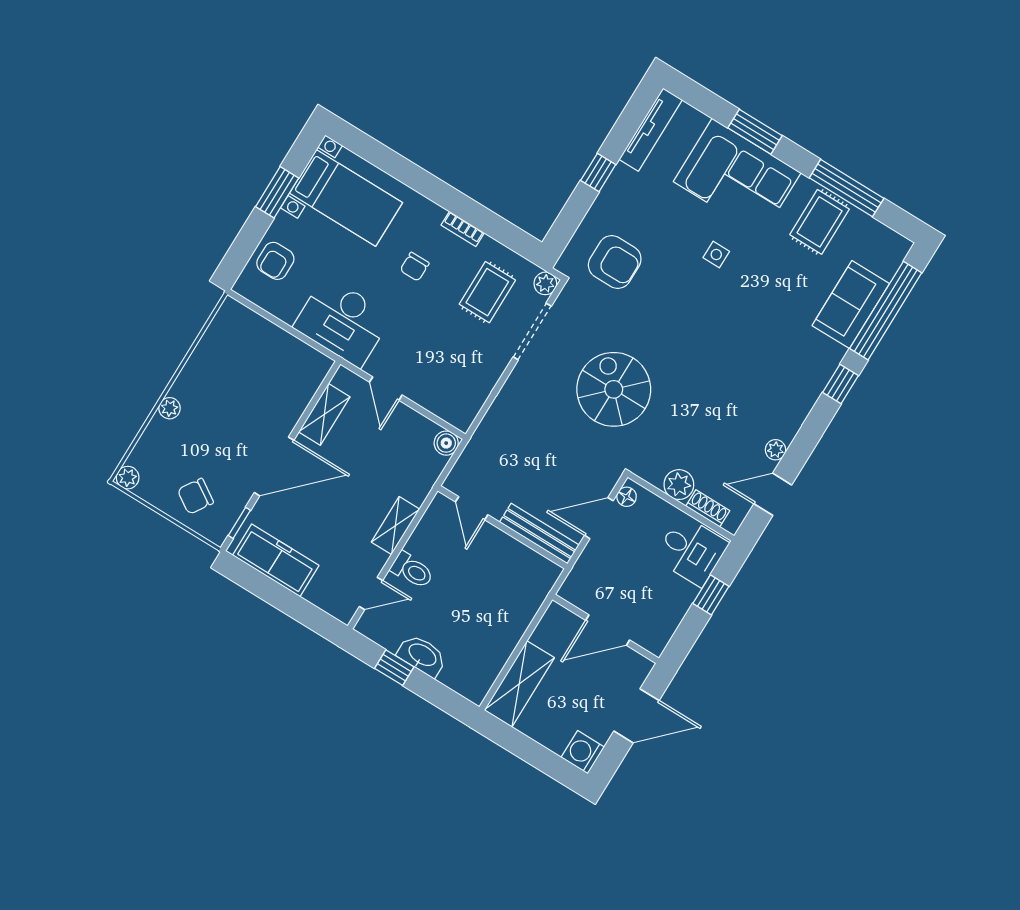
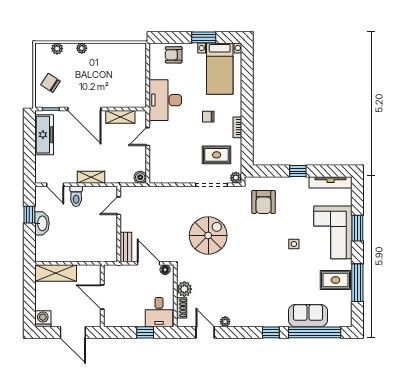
plant: (128, 478) -> (57, 49), moved
bench: (539, 534) -> (126, 247), width x0.73

